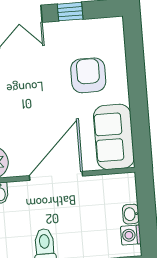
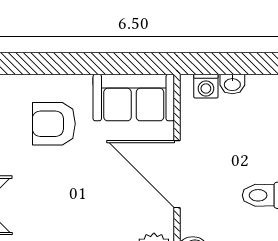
washing machine: (131, 235) -> (206, 86), moved

